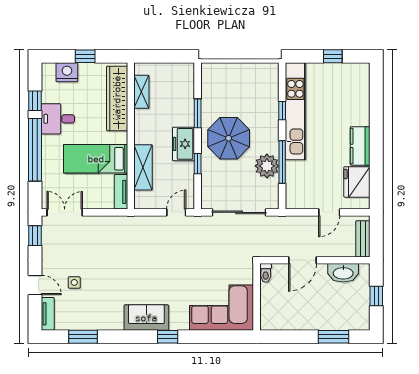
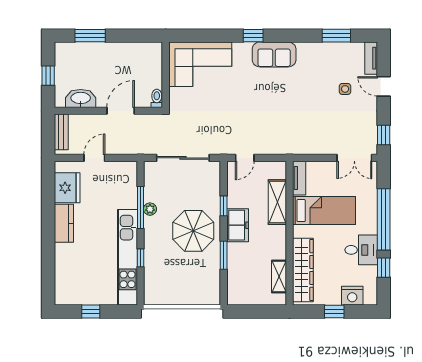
plant: (267, 166) -> (150, 209), width x0.53, depth x0.53

